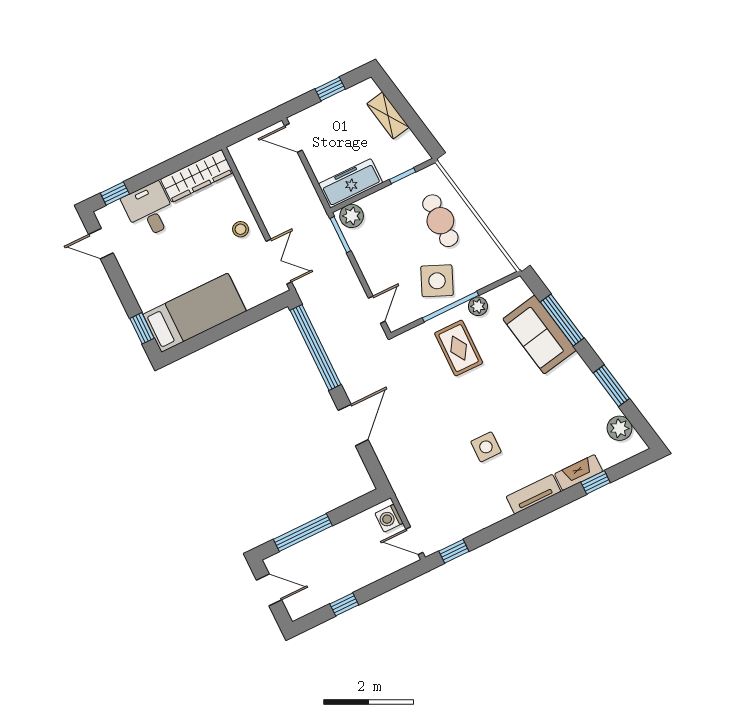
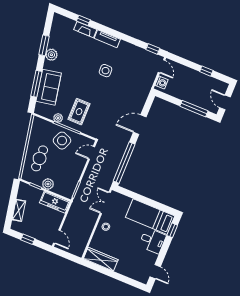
window: (115, 194) -> (133, 283), removed
desk: (149, 210) -> (153, 241), moved, turned -90
plant: (352, 216) -> (48, 184), moved
plant: (619, 428) -> (51, 55), moved

